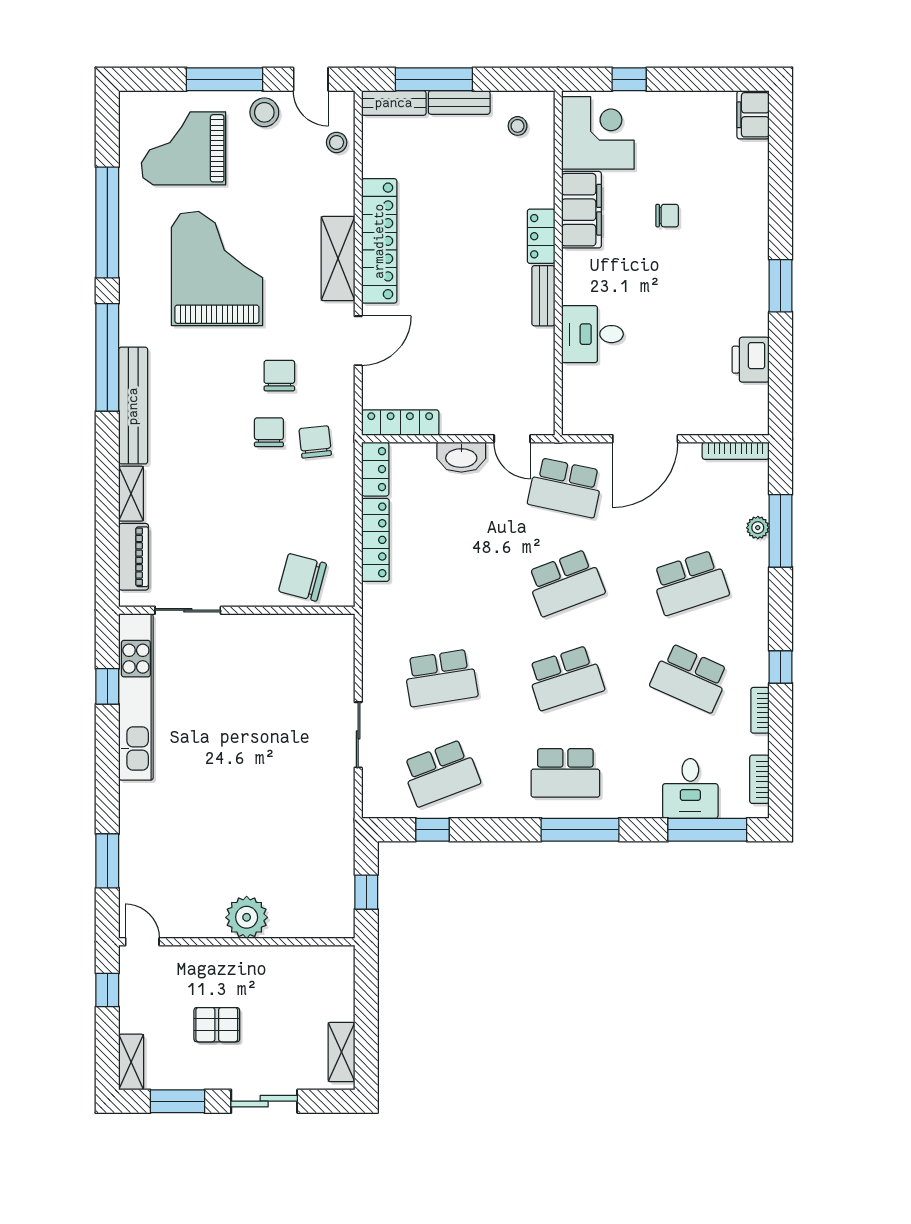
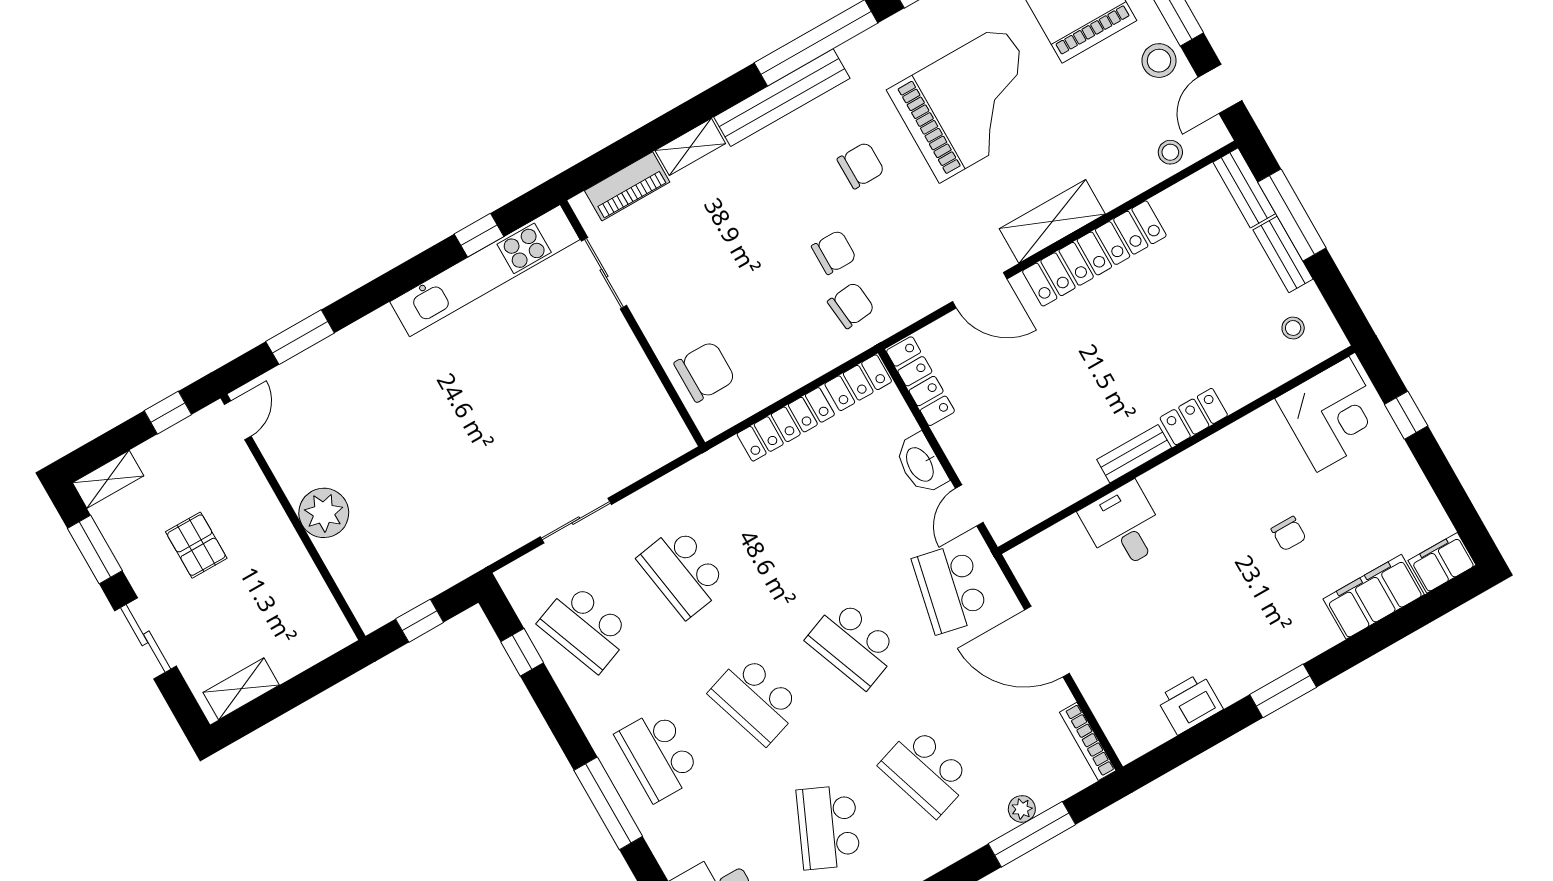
filing cabinet: (581, 210) -> (1374, 597), moved, turned 180
chair: (279, 376) -> (861, 165), moved
chair: (303, 577) -> (705, 372), turned 75

